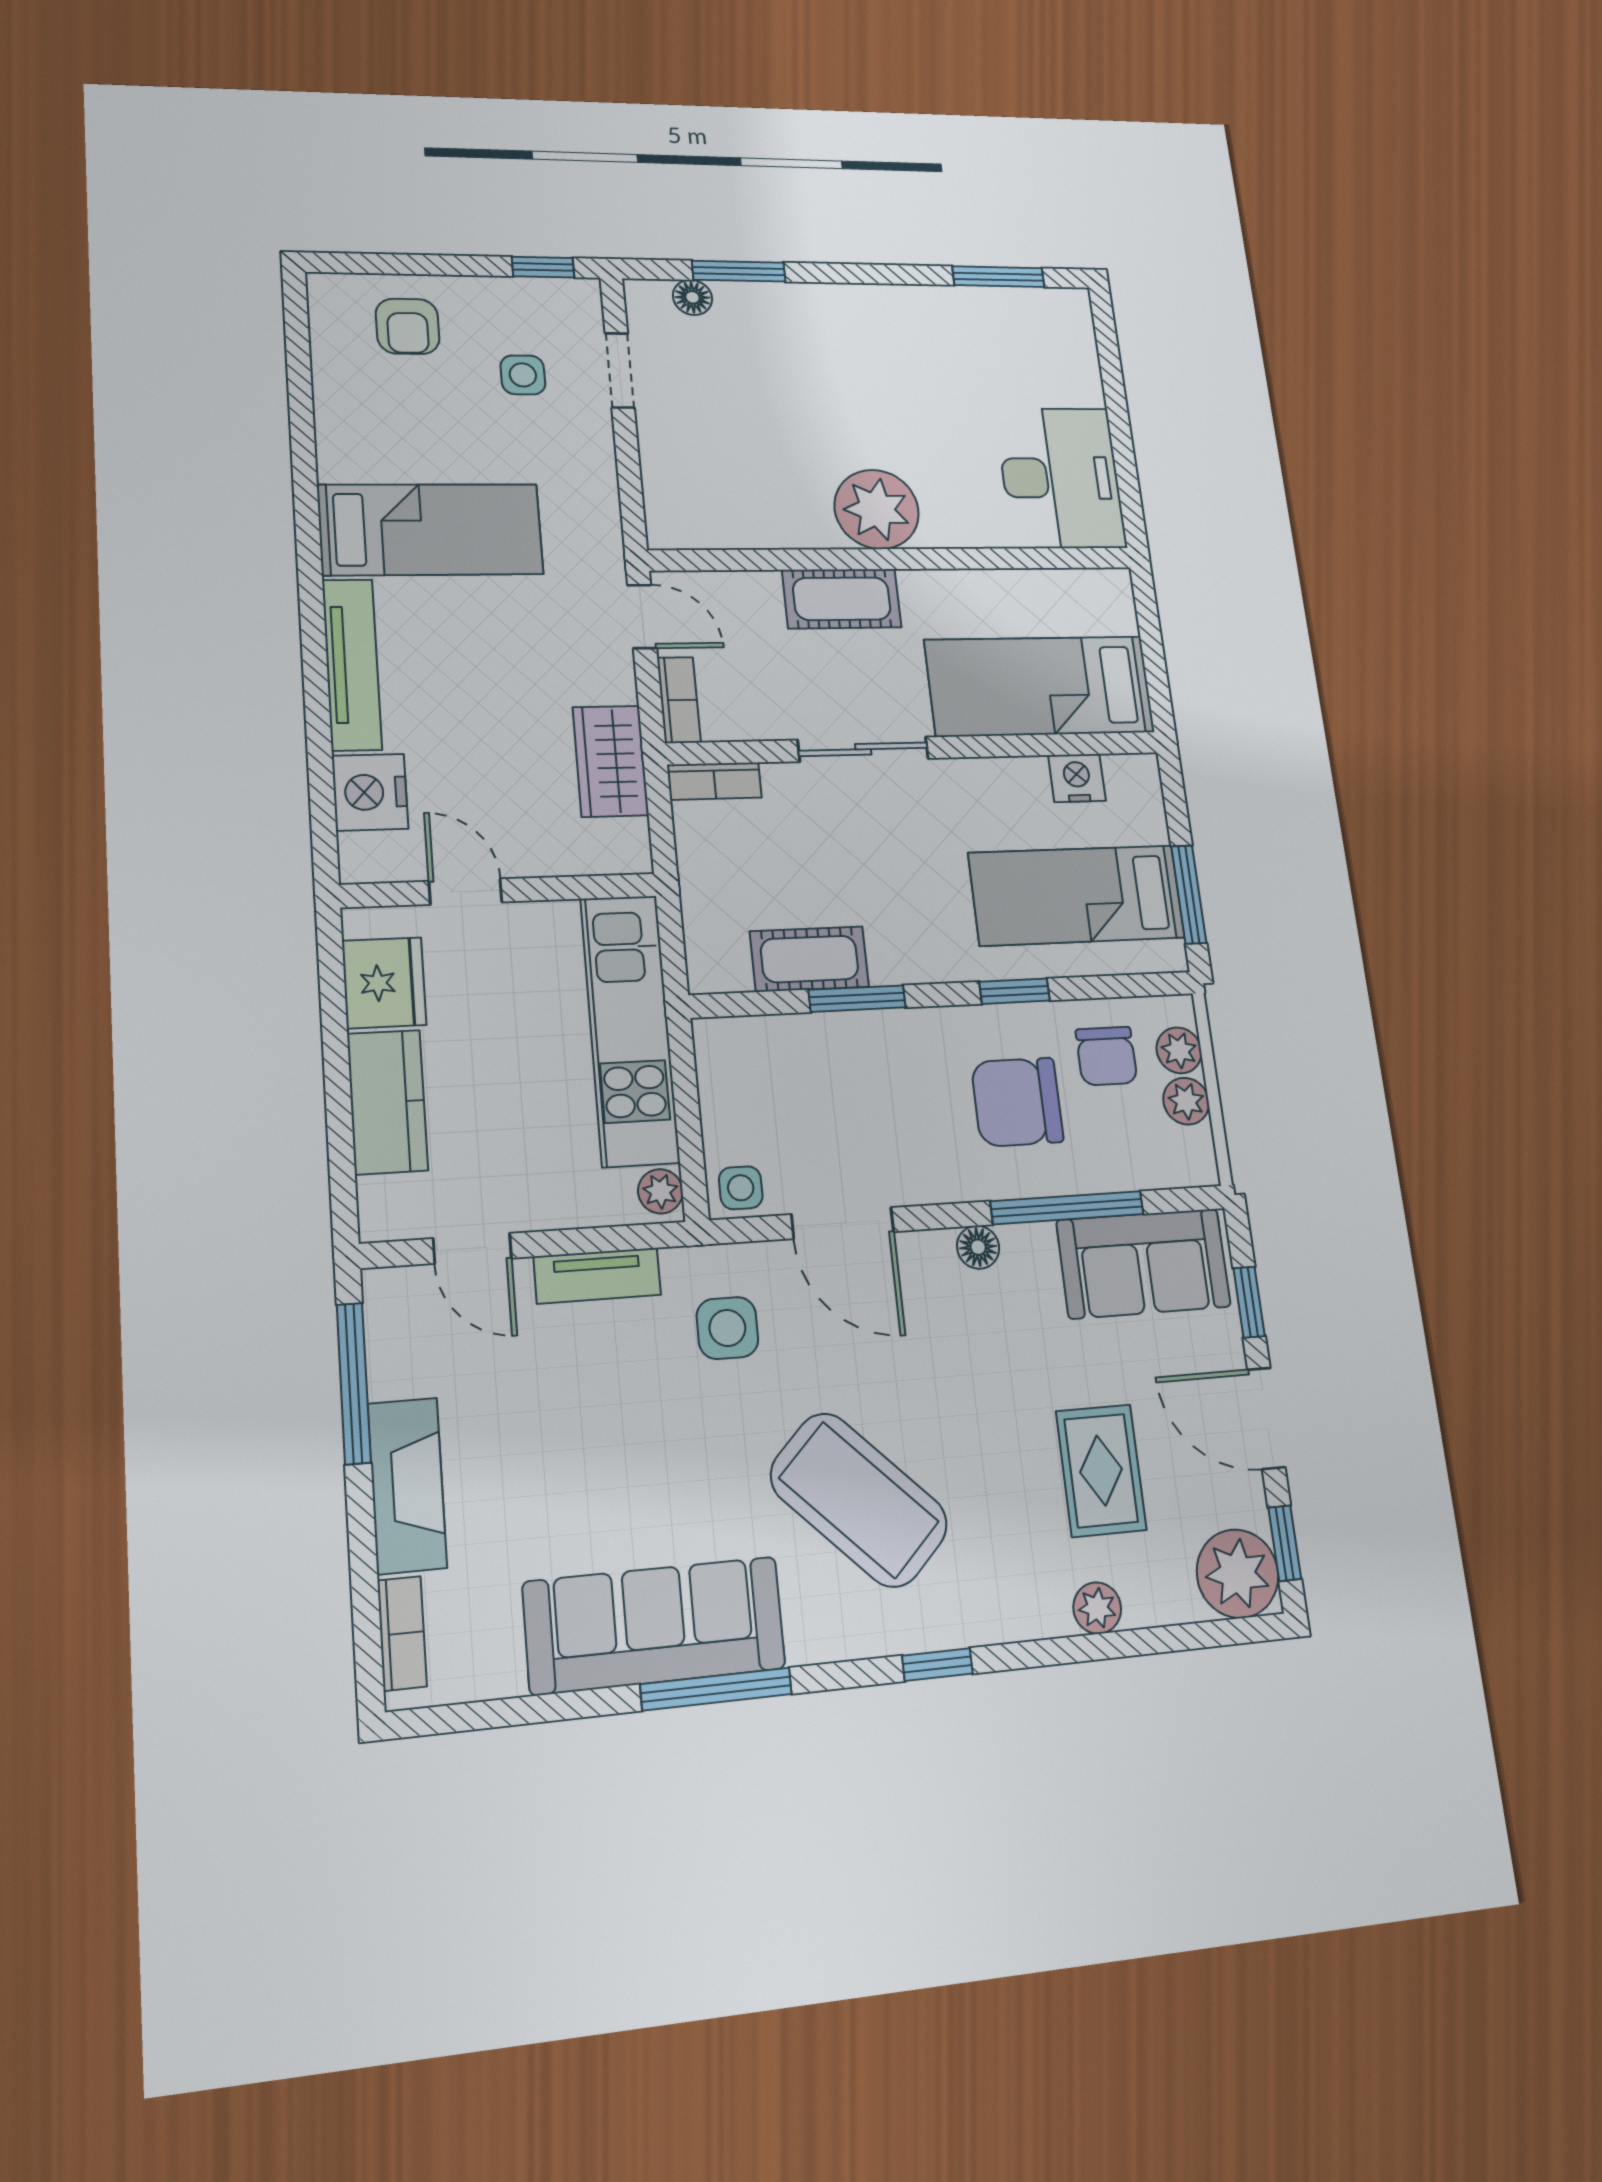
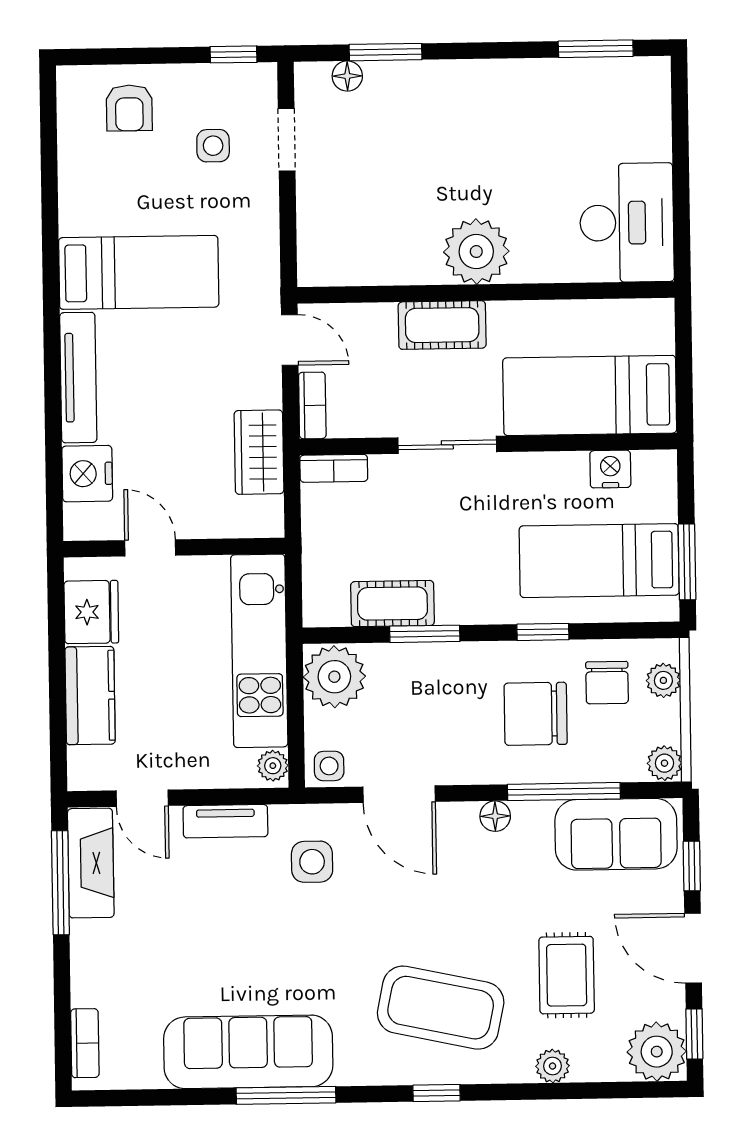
plant: (738, 1062) -> (334, 677), added
plant: (1186, 1101) -> (664, 763), moved
fireplace: (407, 1485) -> (91, 863), moved
coffee table: (859, 1500) -> (441, 1008), moved, turned -33

